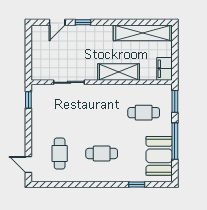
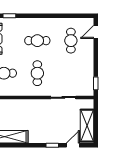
shelving: (119, 72) -> (87, 126), moved, turned 90
cafe table: (102, 113) -> (37, 73), added
door: (28, 165) -> (96, 32), swing flipped

